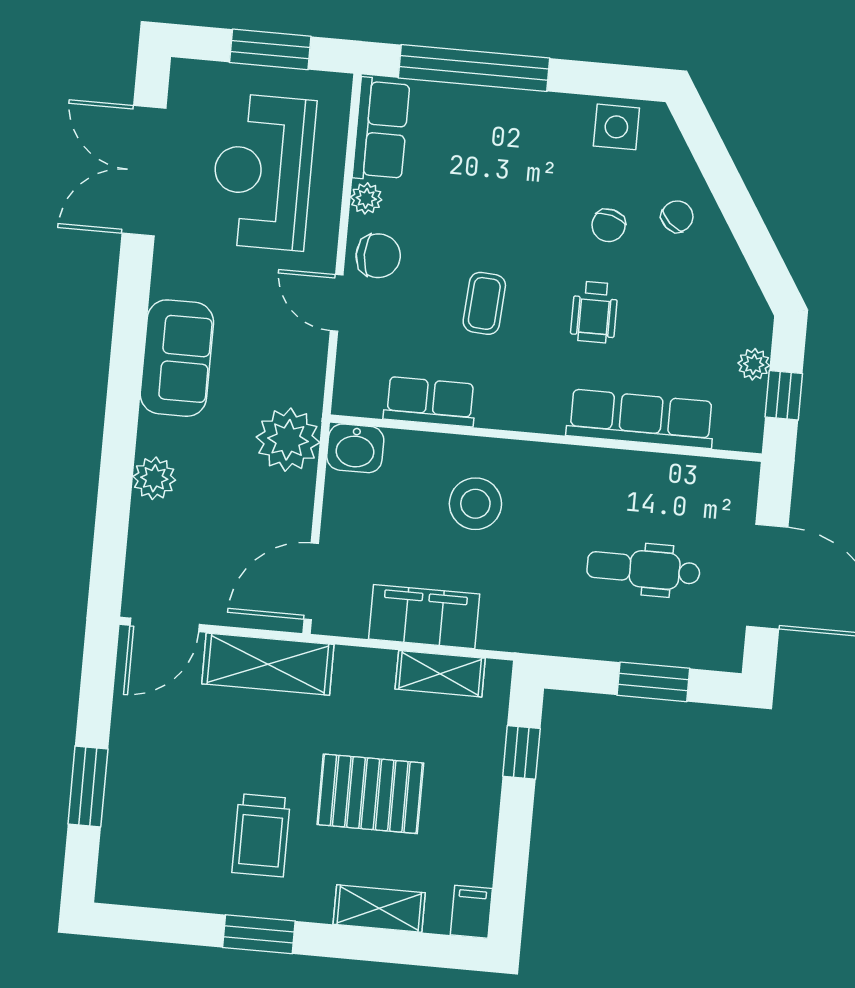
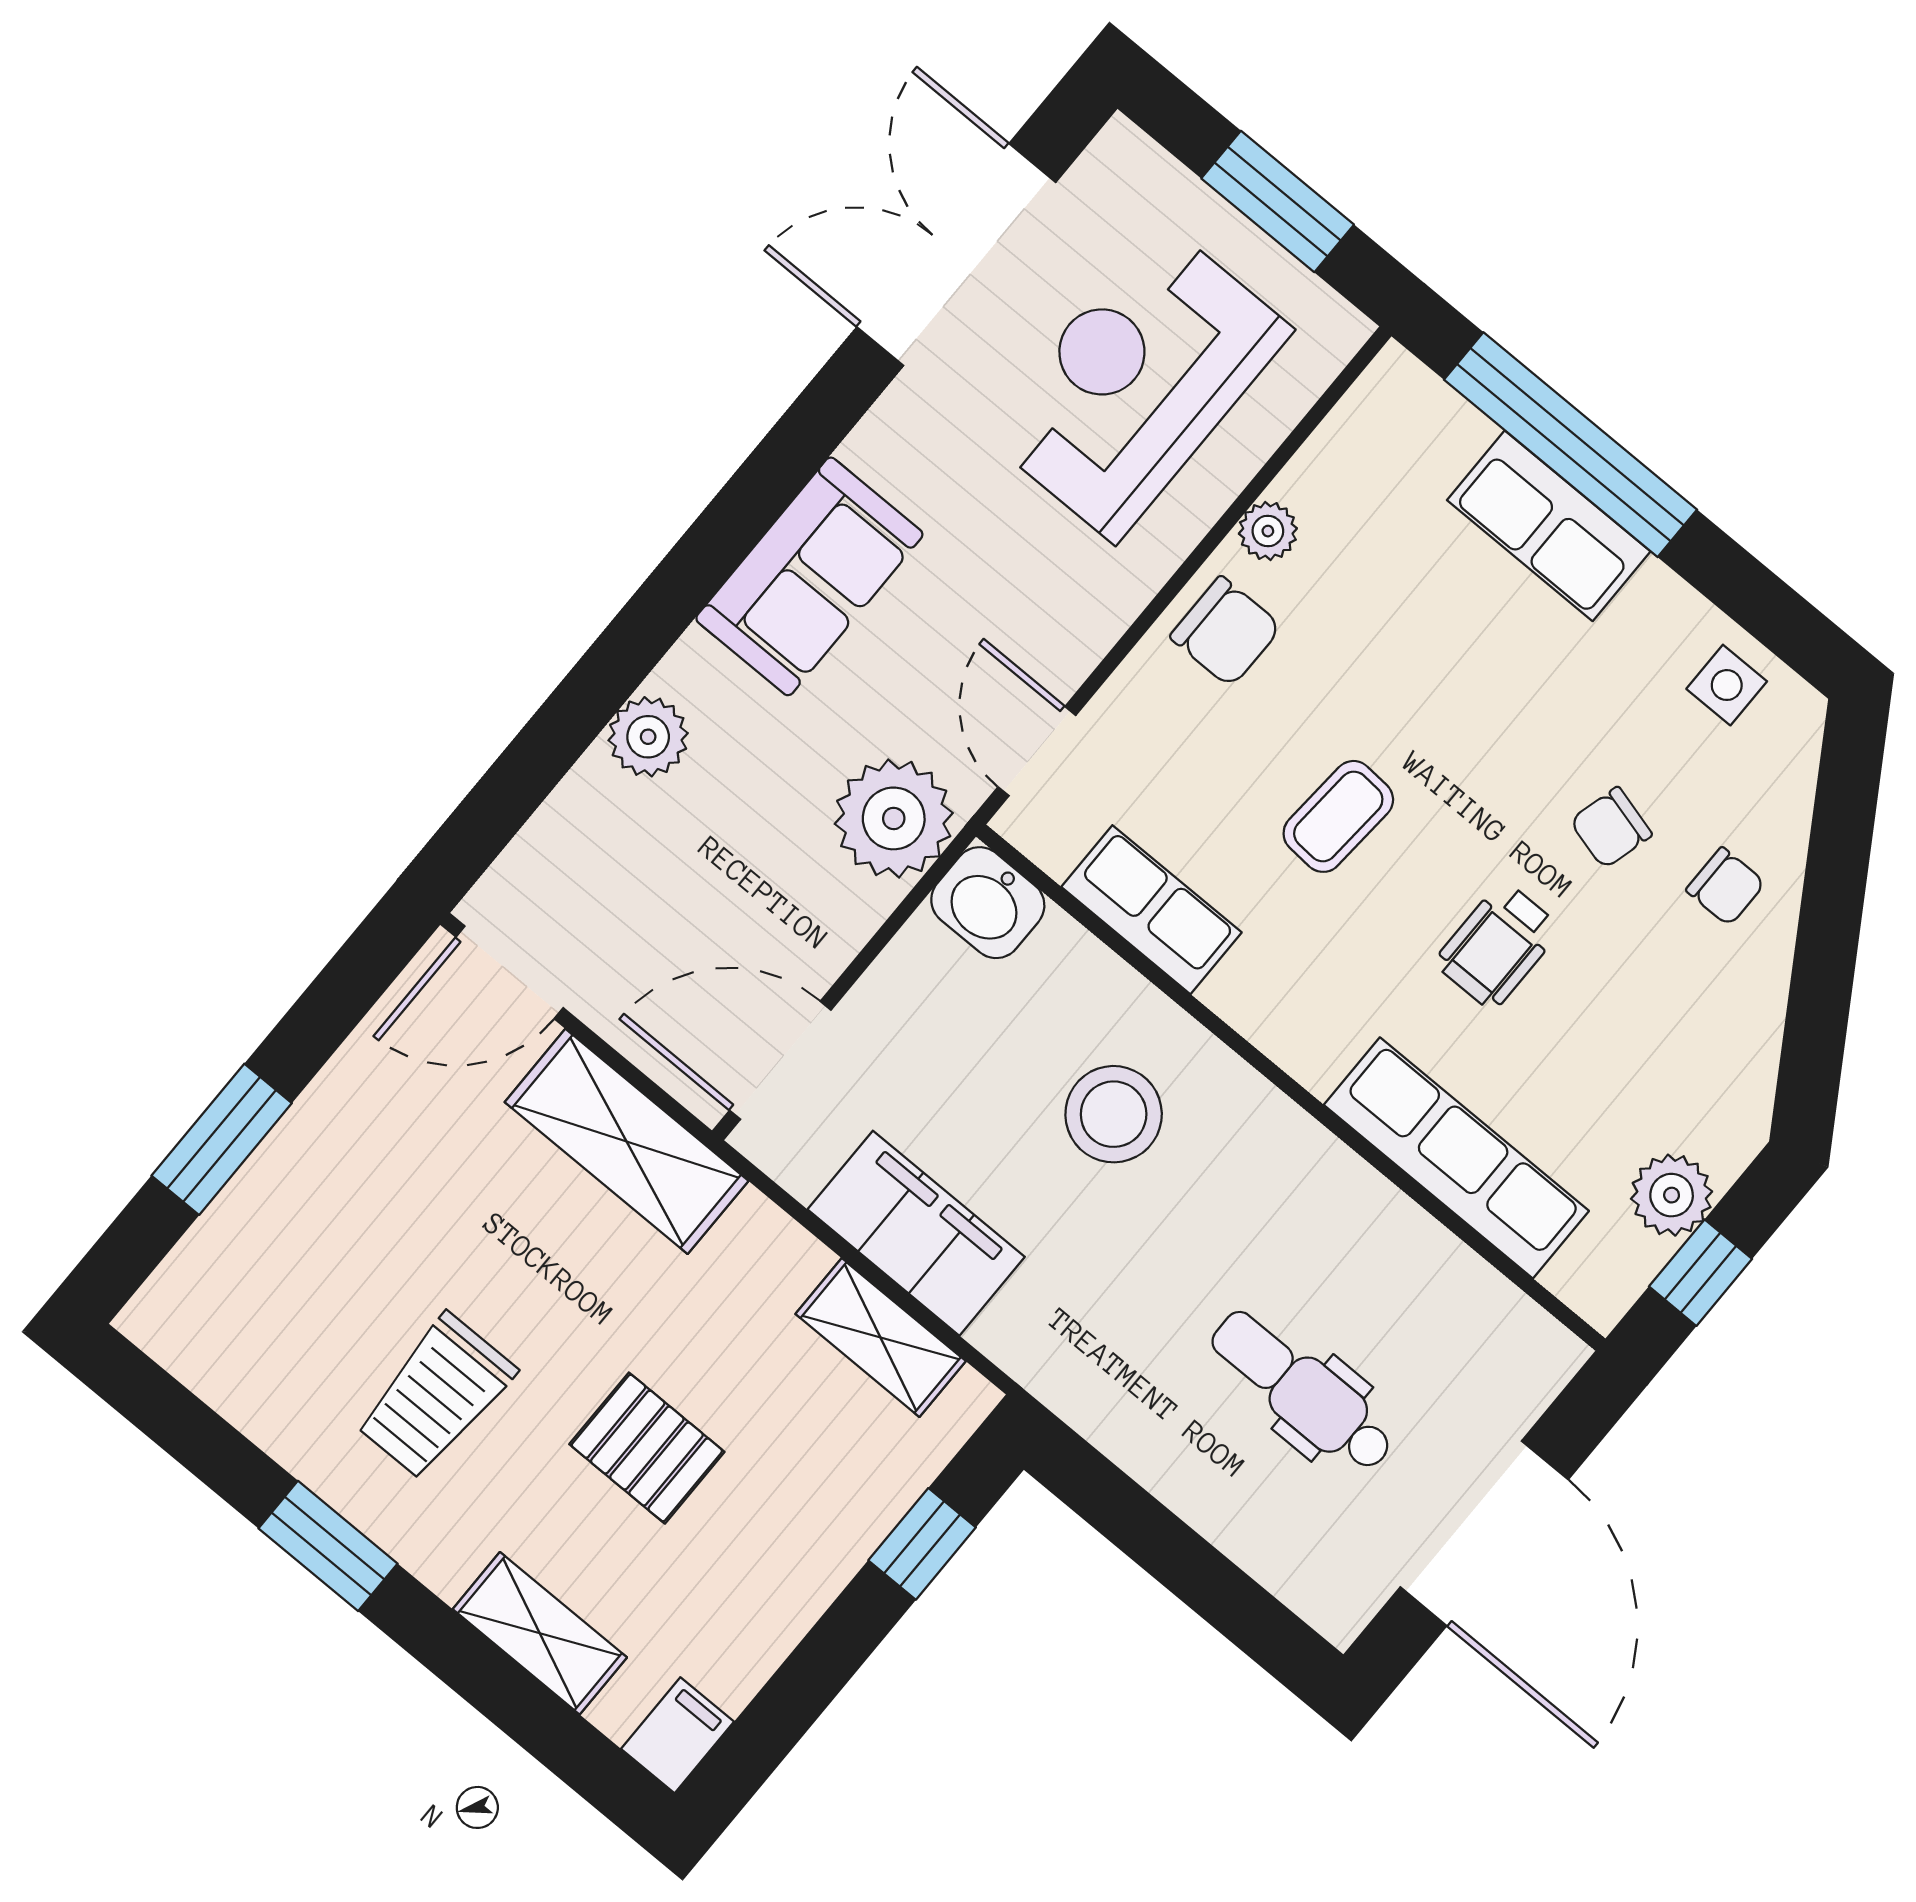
side table: (616, 127) -> (1727, 685), width x0.73, depth x0.73
row of seats: (381, 129) -> (1549, 526), moved, turned 90
chair: (677, 216) -> (1726, 886), turned 48
door: (337, 303) -> (1037, 751), moved
plant: (754, 364) -> (1672, 1195), width x1.38, depth x1.38
window: (653, 682) -> (1199, 1575), removed
pallet: (370, 794) -> (647, 1448), width x0.67, depth x0.71

